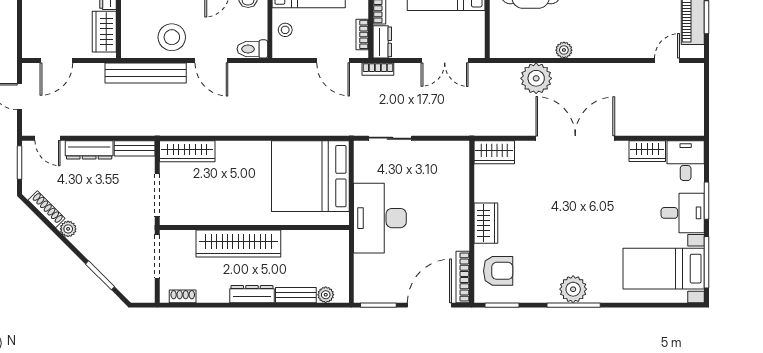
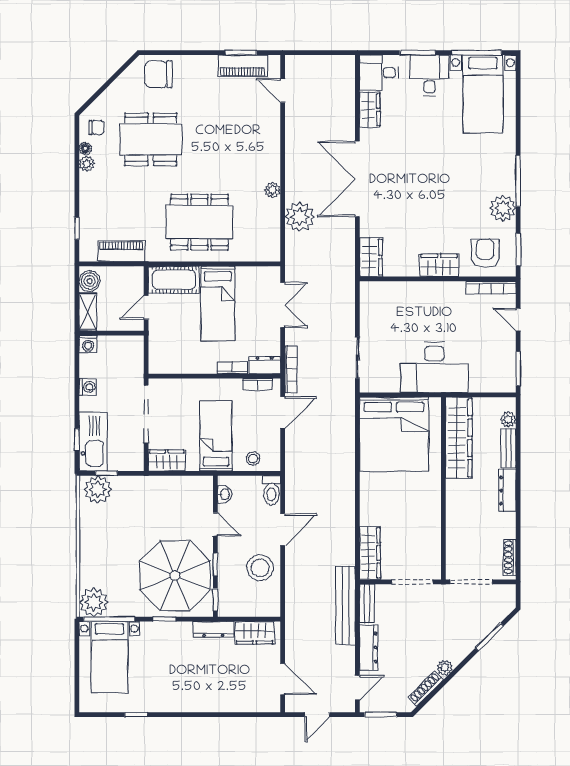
bookcase: (378, 69) -> (291, 369), width x1.56
bench: (146, 73) -> (345, 605), moved
wardrobe: (238, 244) -> (459, 438), moved
plant: (573, 289) -> (503, 208), moved
shoe rack: (183, 296) -> (510, 557), width x1.43
door: (429, 305) -> (518, 320), width x0.53

